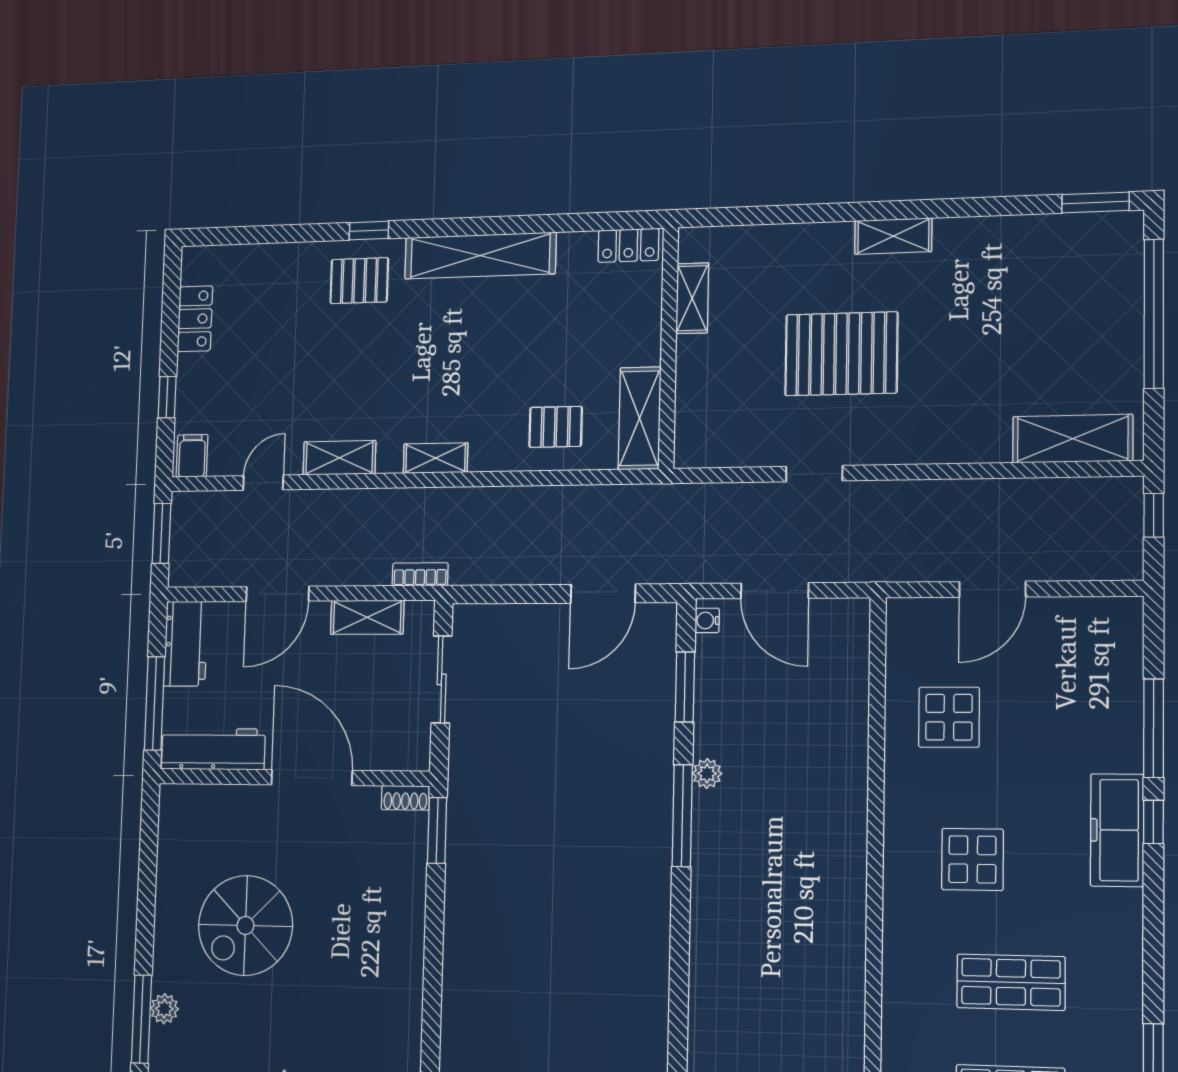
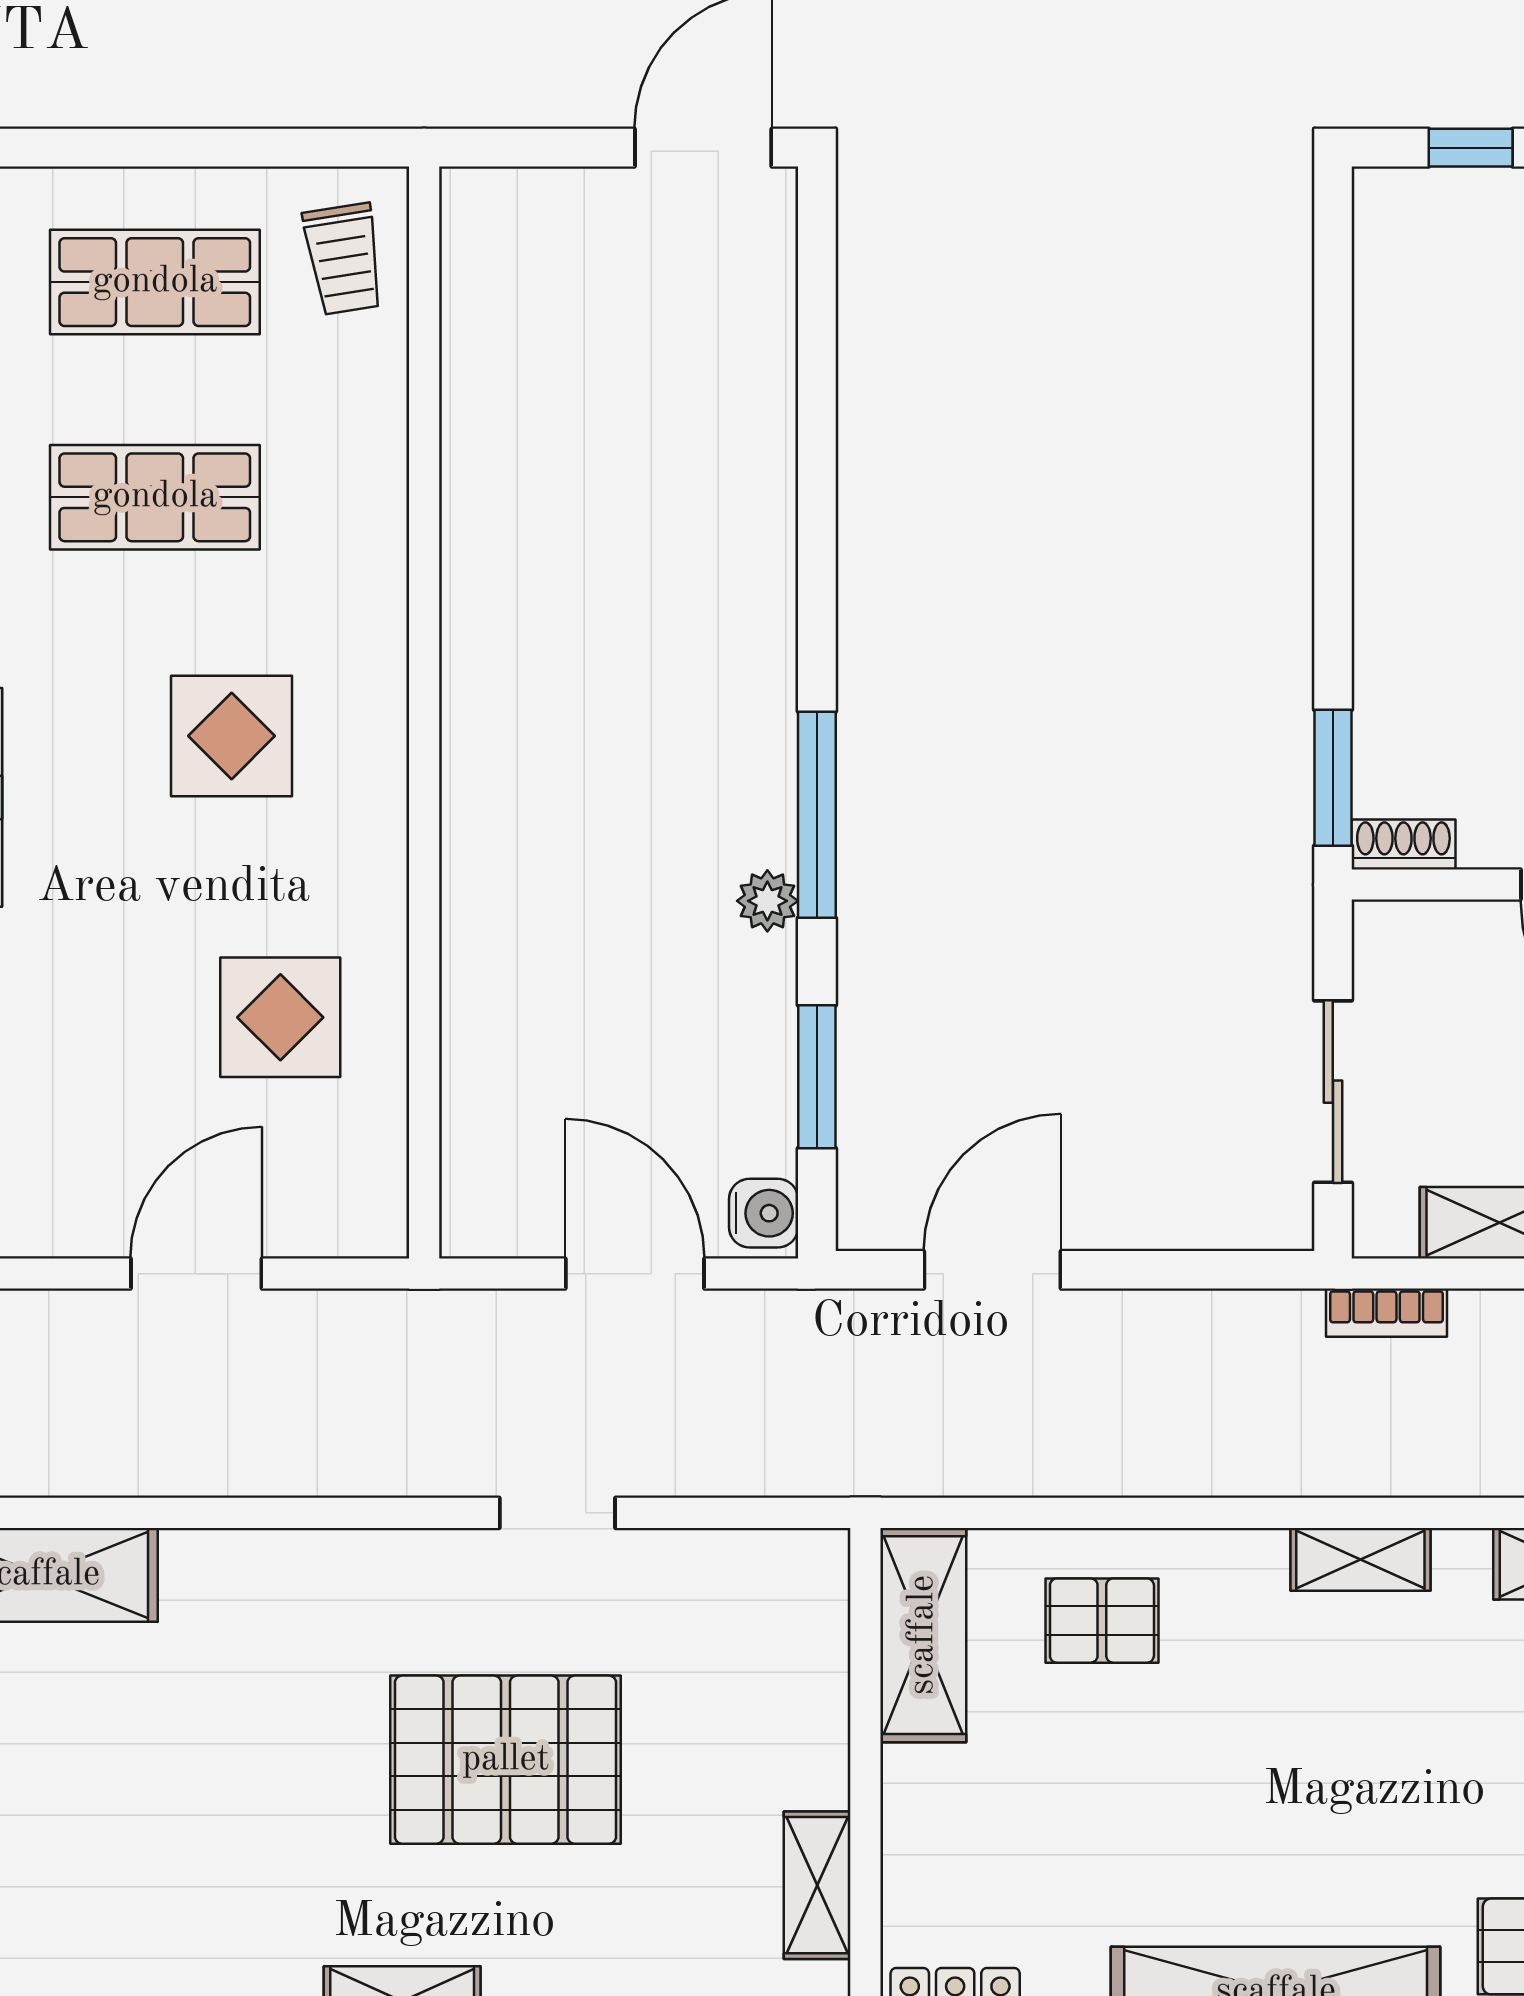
water cooler: (707, 620) -> (764, 1213), width x1.38, depth x1.38

